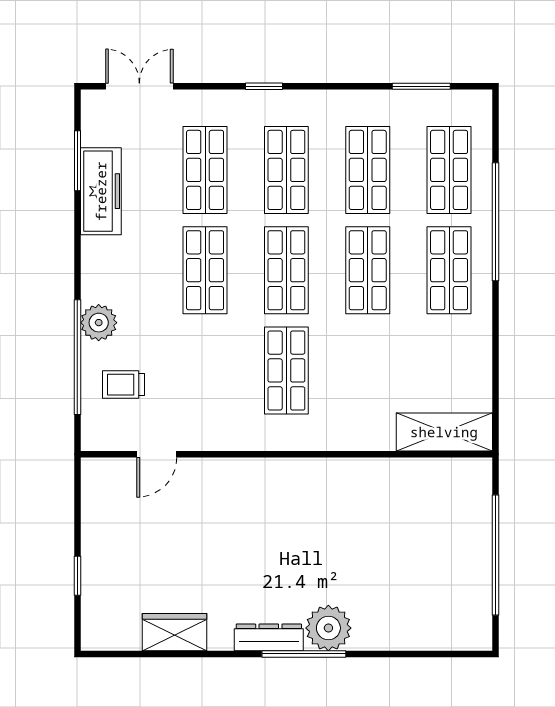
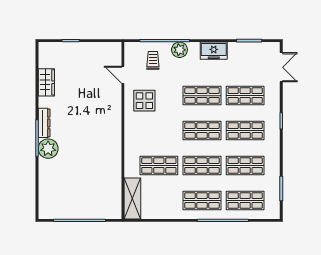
freezer: (101, 191) -> (214, 51), moved, width x0.71
shop shelf: (286, 370) -> (159, 165), moved
display table: (217, 404) -> (144, 101), added

